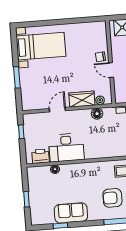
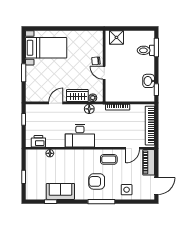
desk: (66, 148) -> (80, 136), moved

